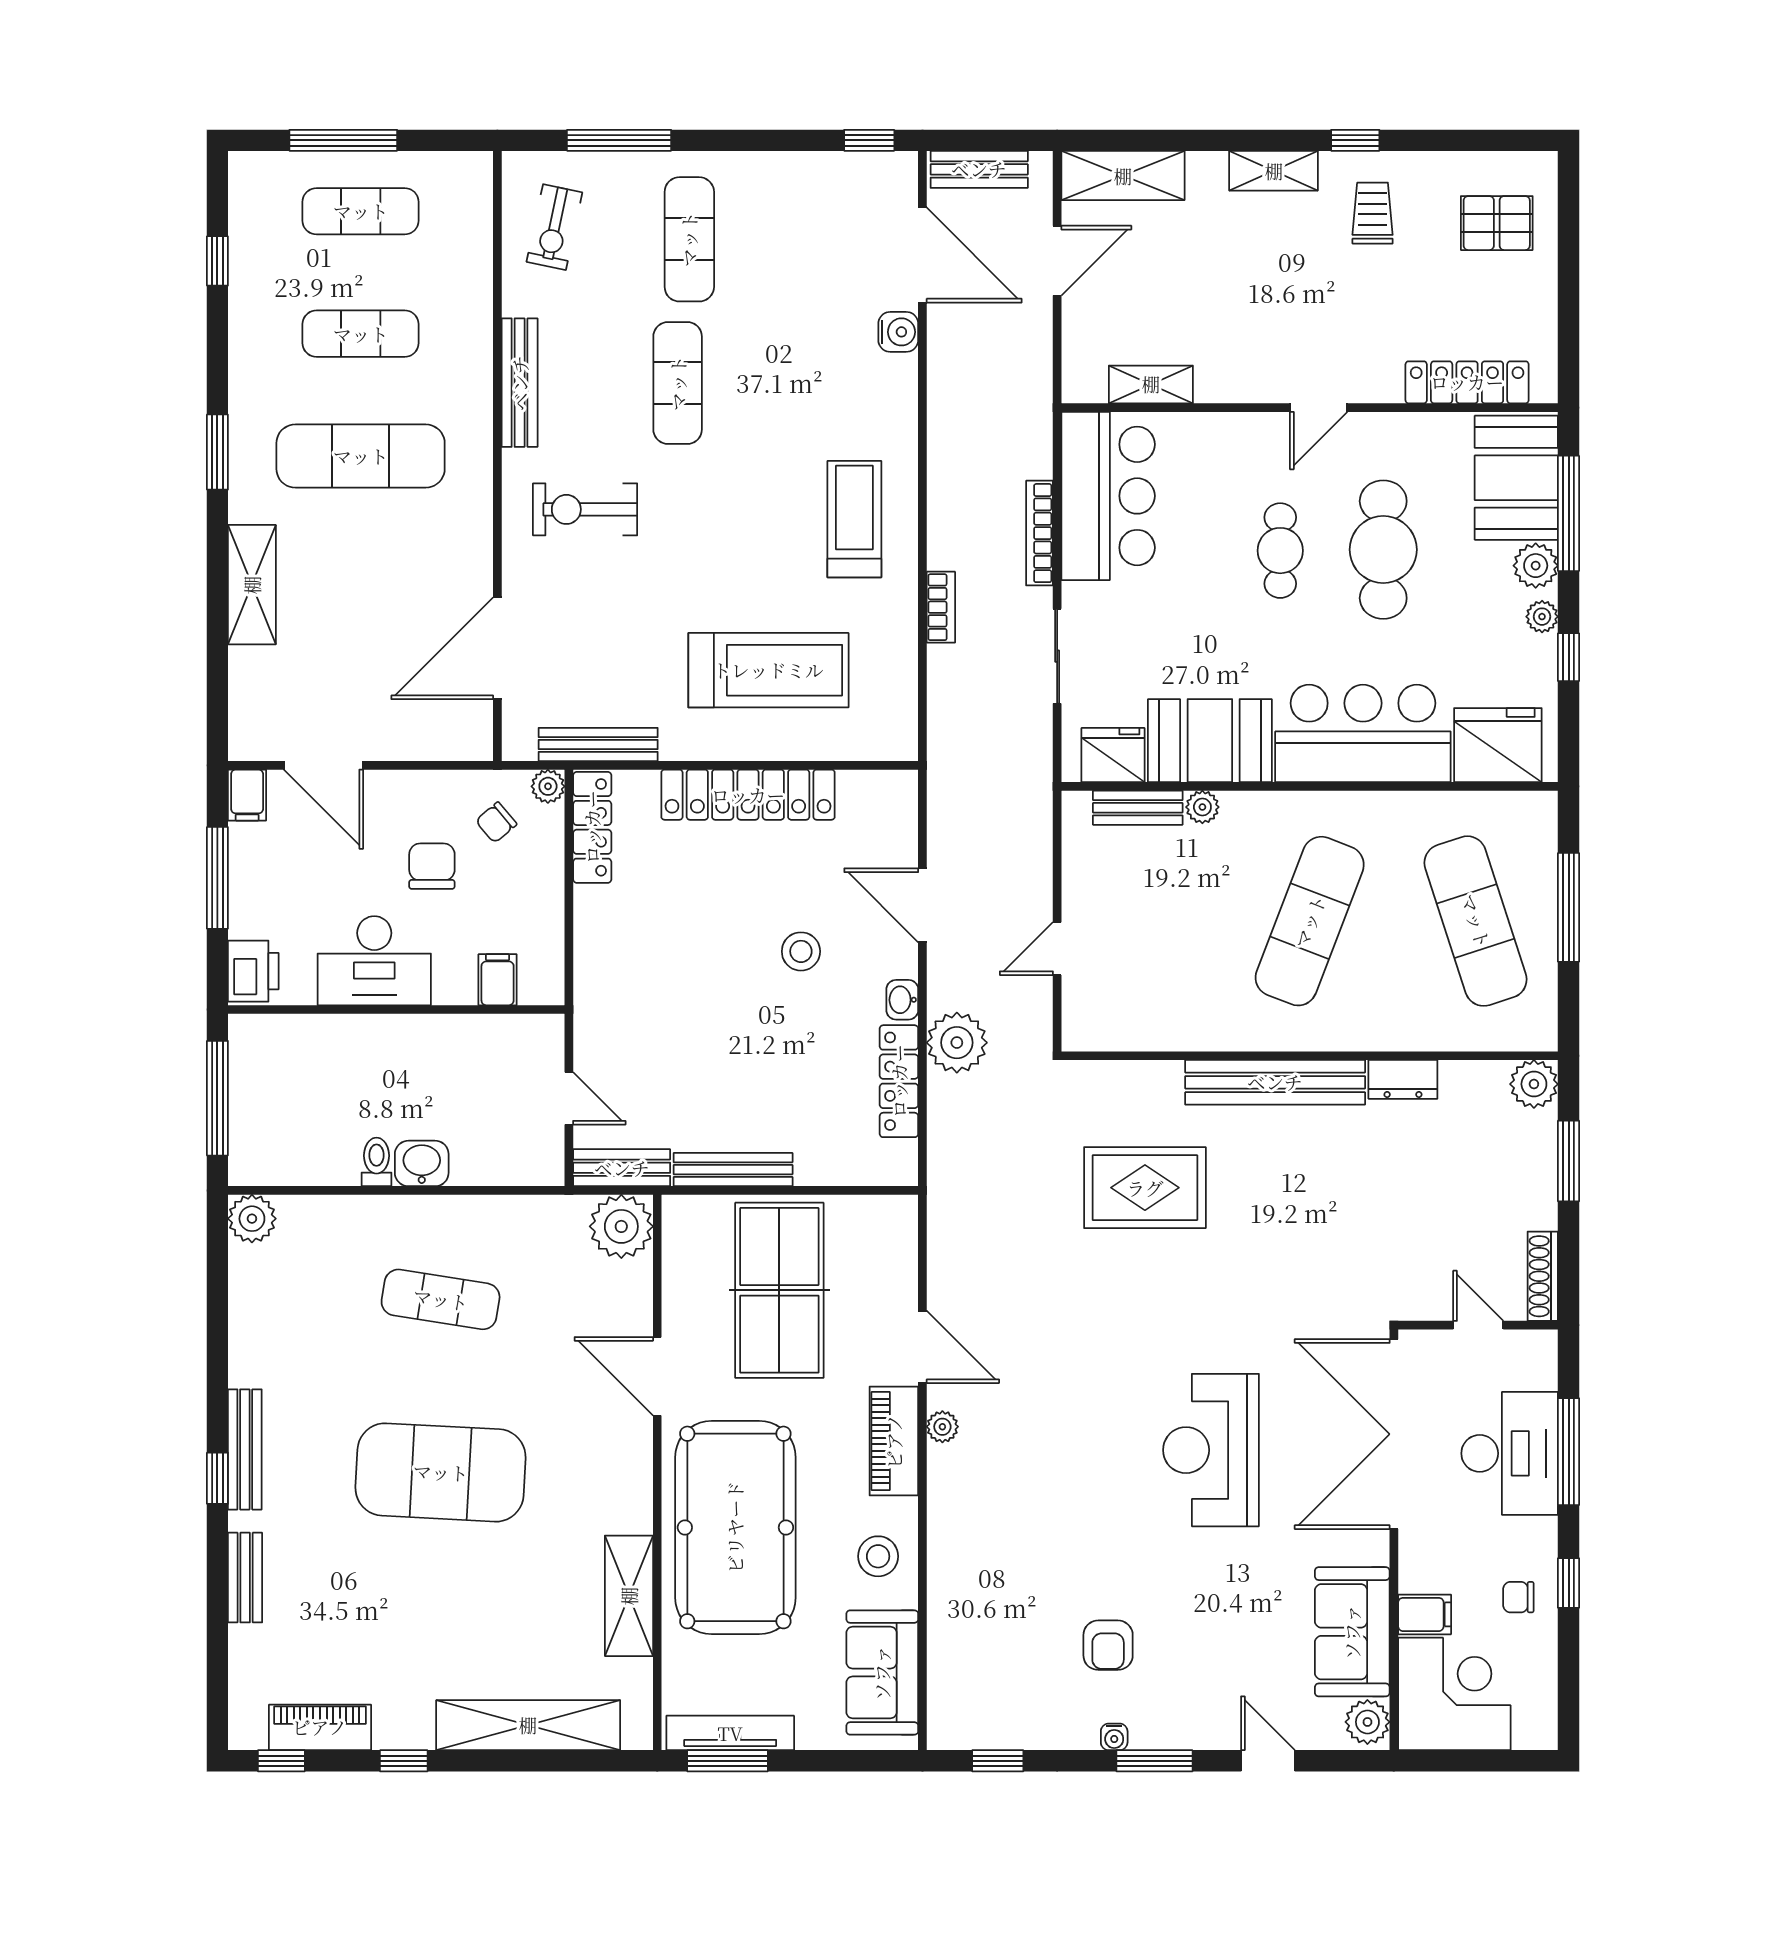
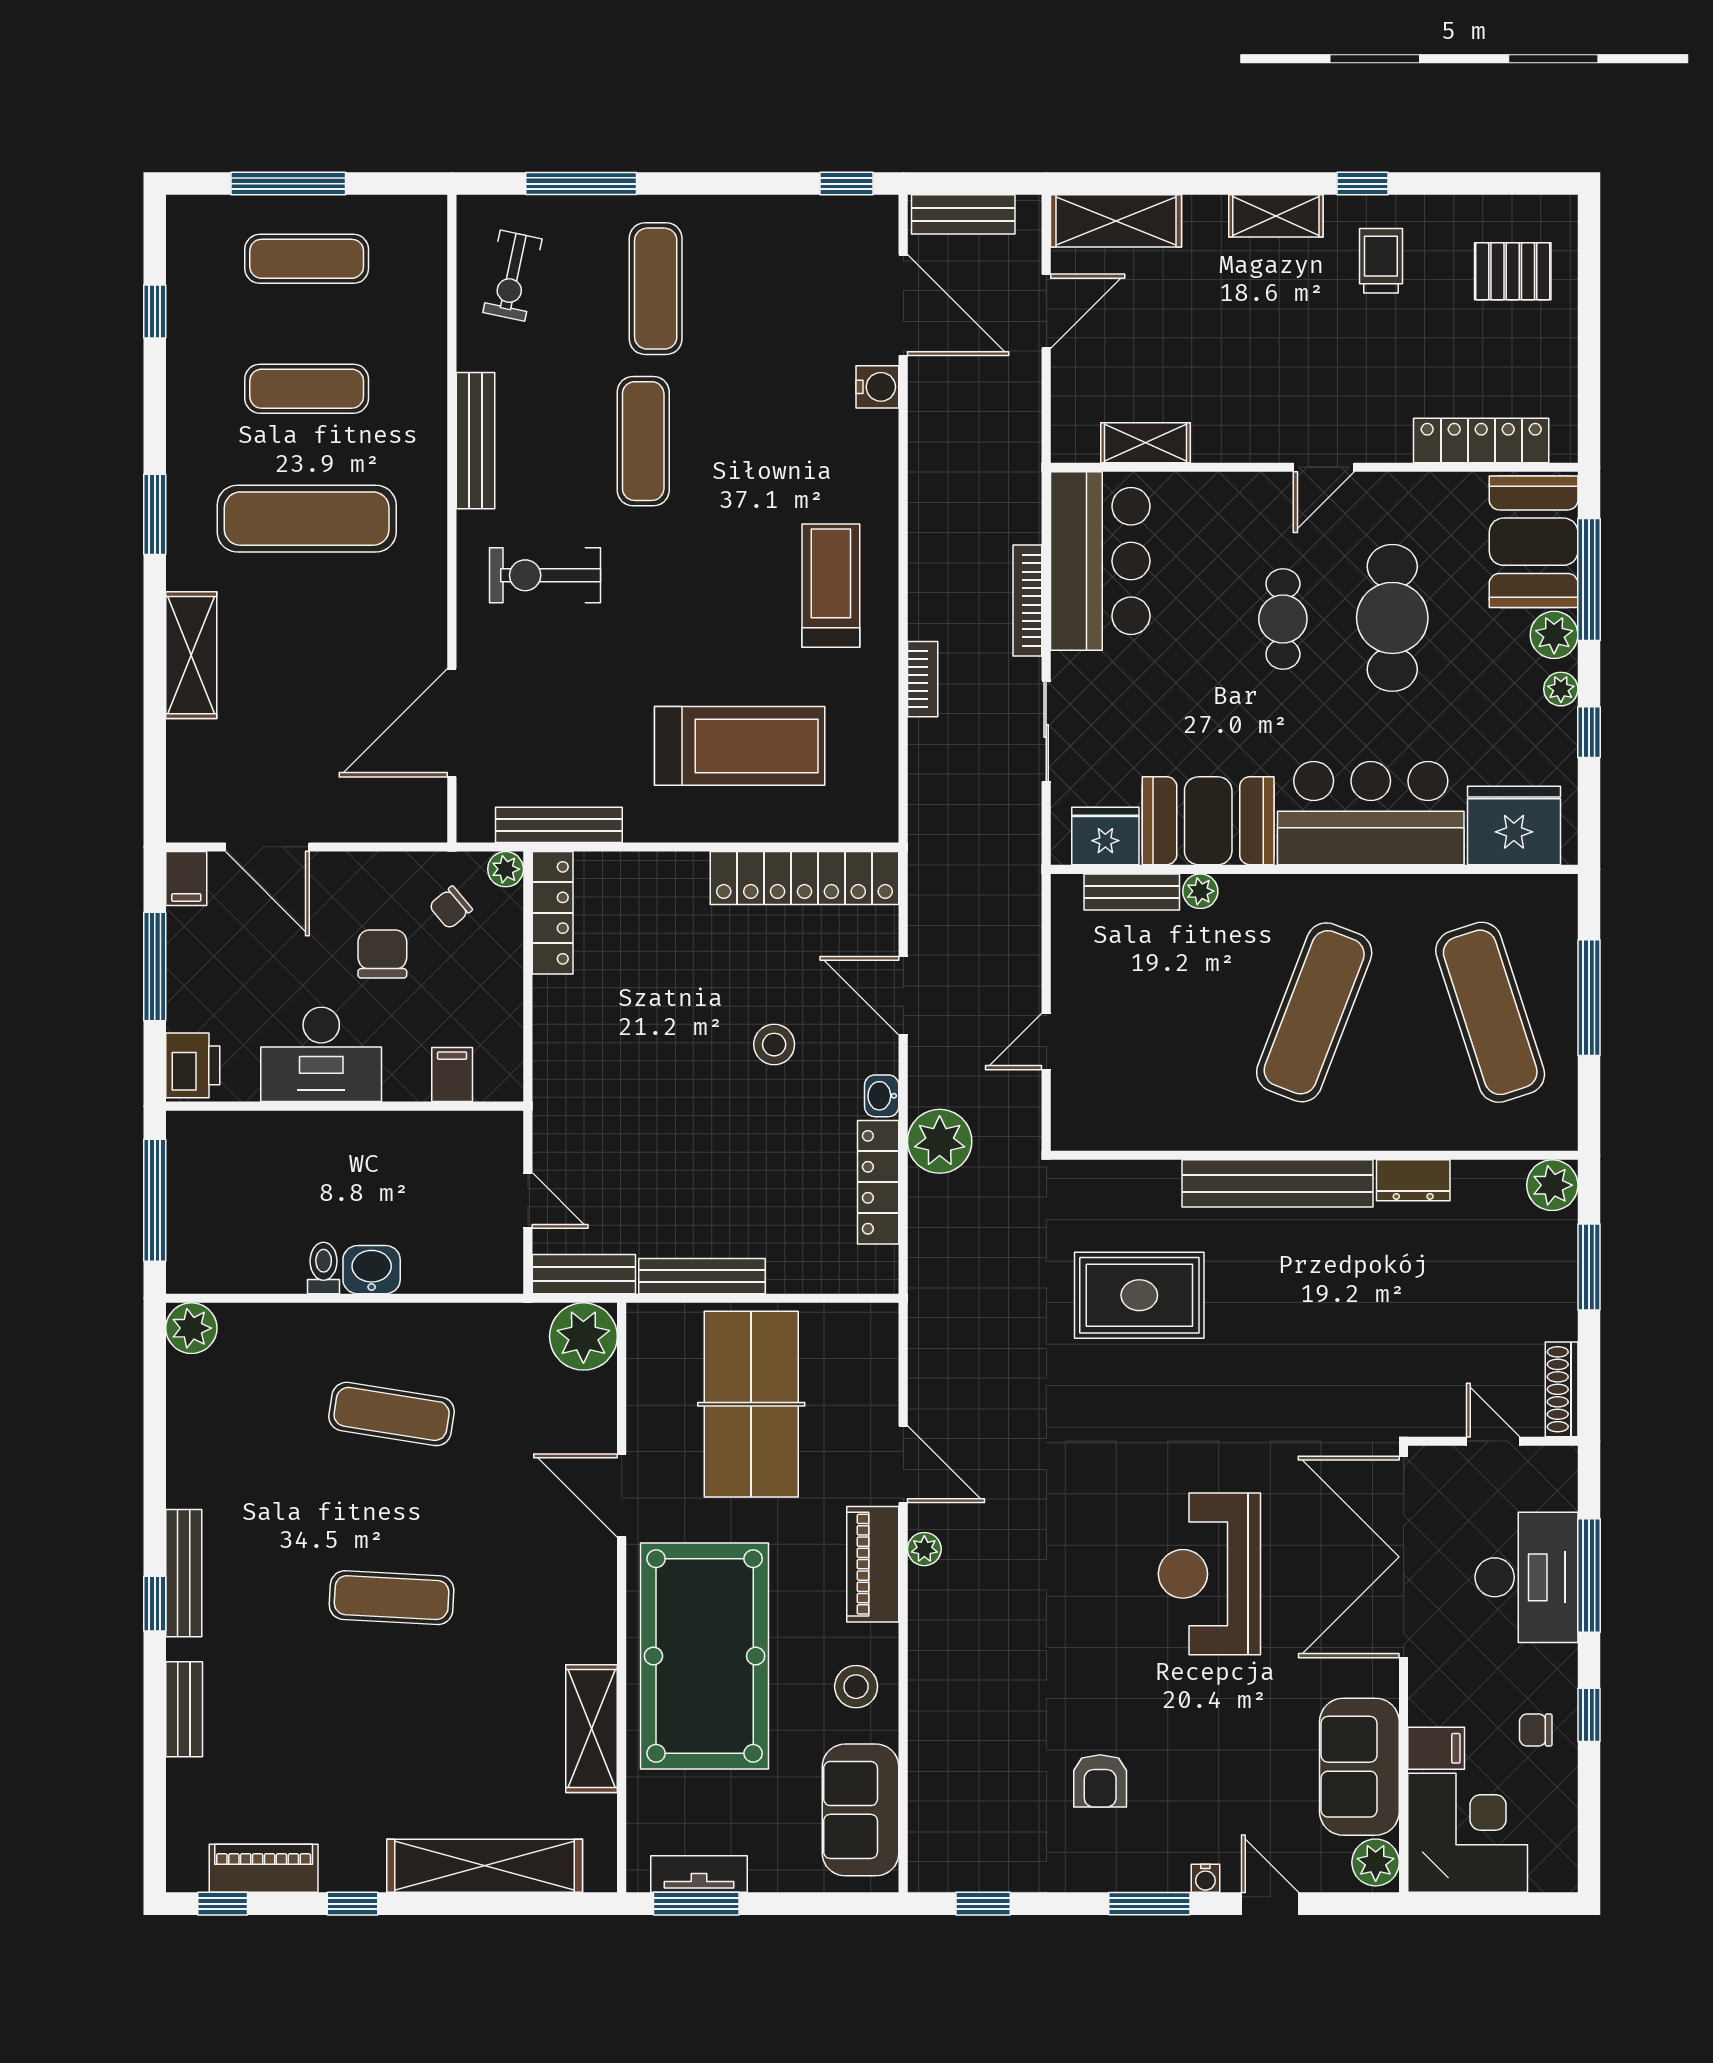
locker: (748, 795) -> (804, 878), moved
exercise mat: (441, 1472) -> (392, 1598), width x0.50, depth x0.69
tv unit: (730, 1733) -> (699, 1874), width x0.71
water cooler: (1114, 1737) -> (1205, 1878), moved

